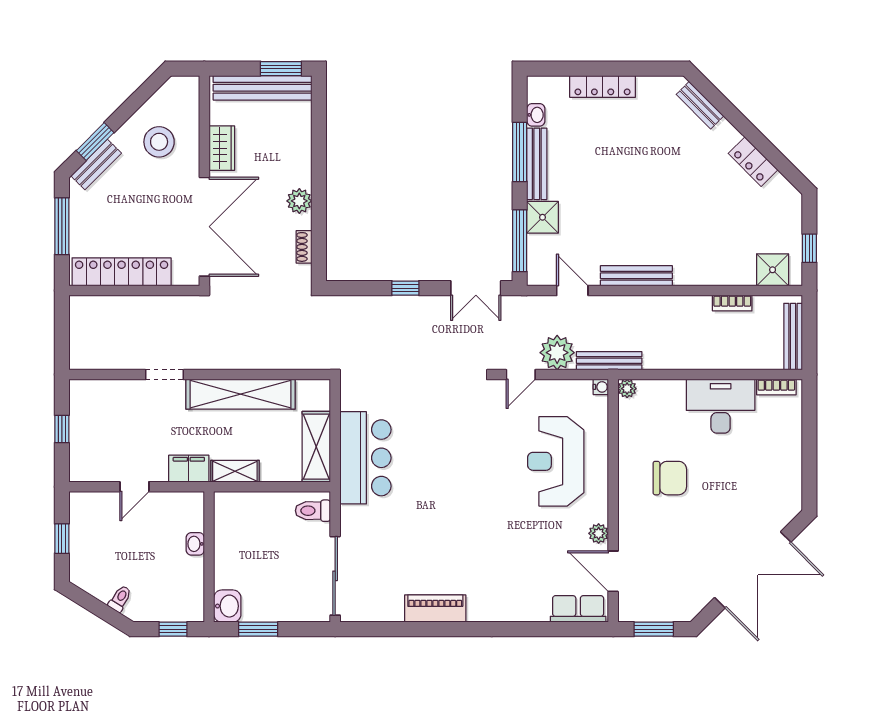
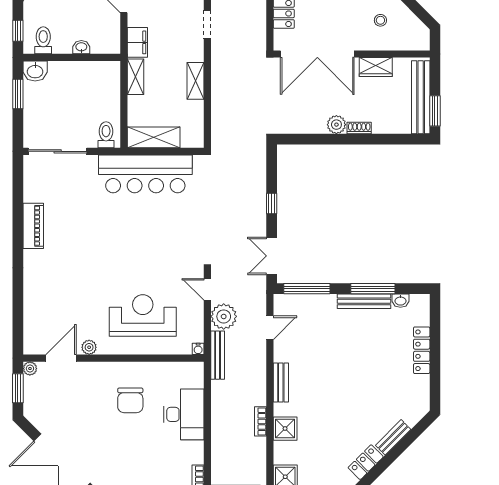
bench: (700, 105) -> (393, 437), moved
stool: (159, 142) -> (380, 20), width x0.53, depth x0.53
shower: (543, 217) -> (285, 429), moved
shoe rack: (304, 247) -> (359, 128), moved
bench: (636, 276) -> (281, 383), width x0.73
bookcase: (732, 303) -> (261, 421), moved
plant: (627, 389) -> (30, 369), moved
shelving: (240, 394) -> (195, 81), width x0.45, depth x0.75
desk: (721, 406) -> (184, 414), moved
bar counter: (365, 458) -> (145, 174), width x1.36
toilet: (186, 595) -> (43, 40), added
row of seats: (578, 609) -> (33, 332), removed

